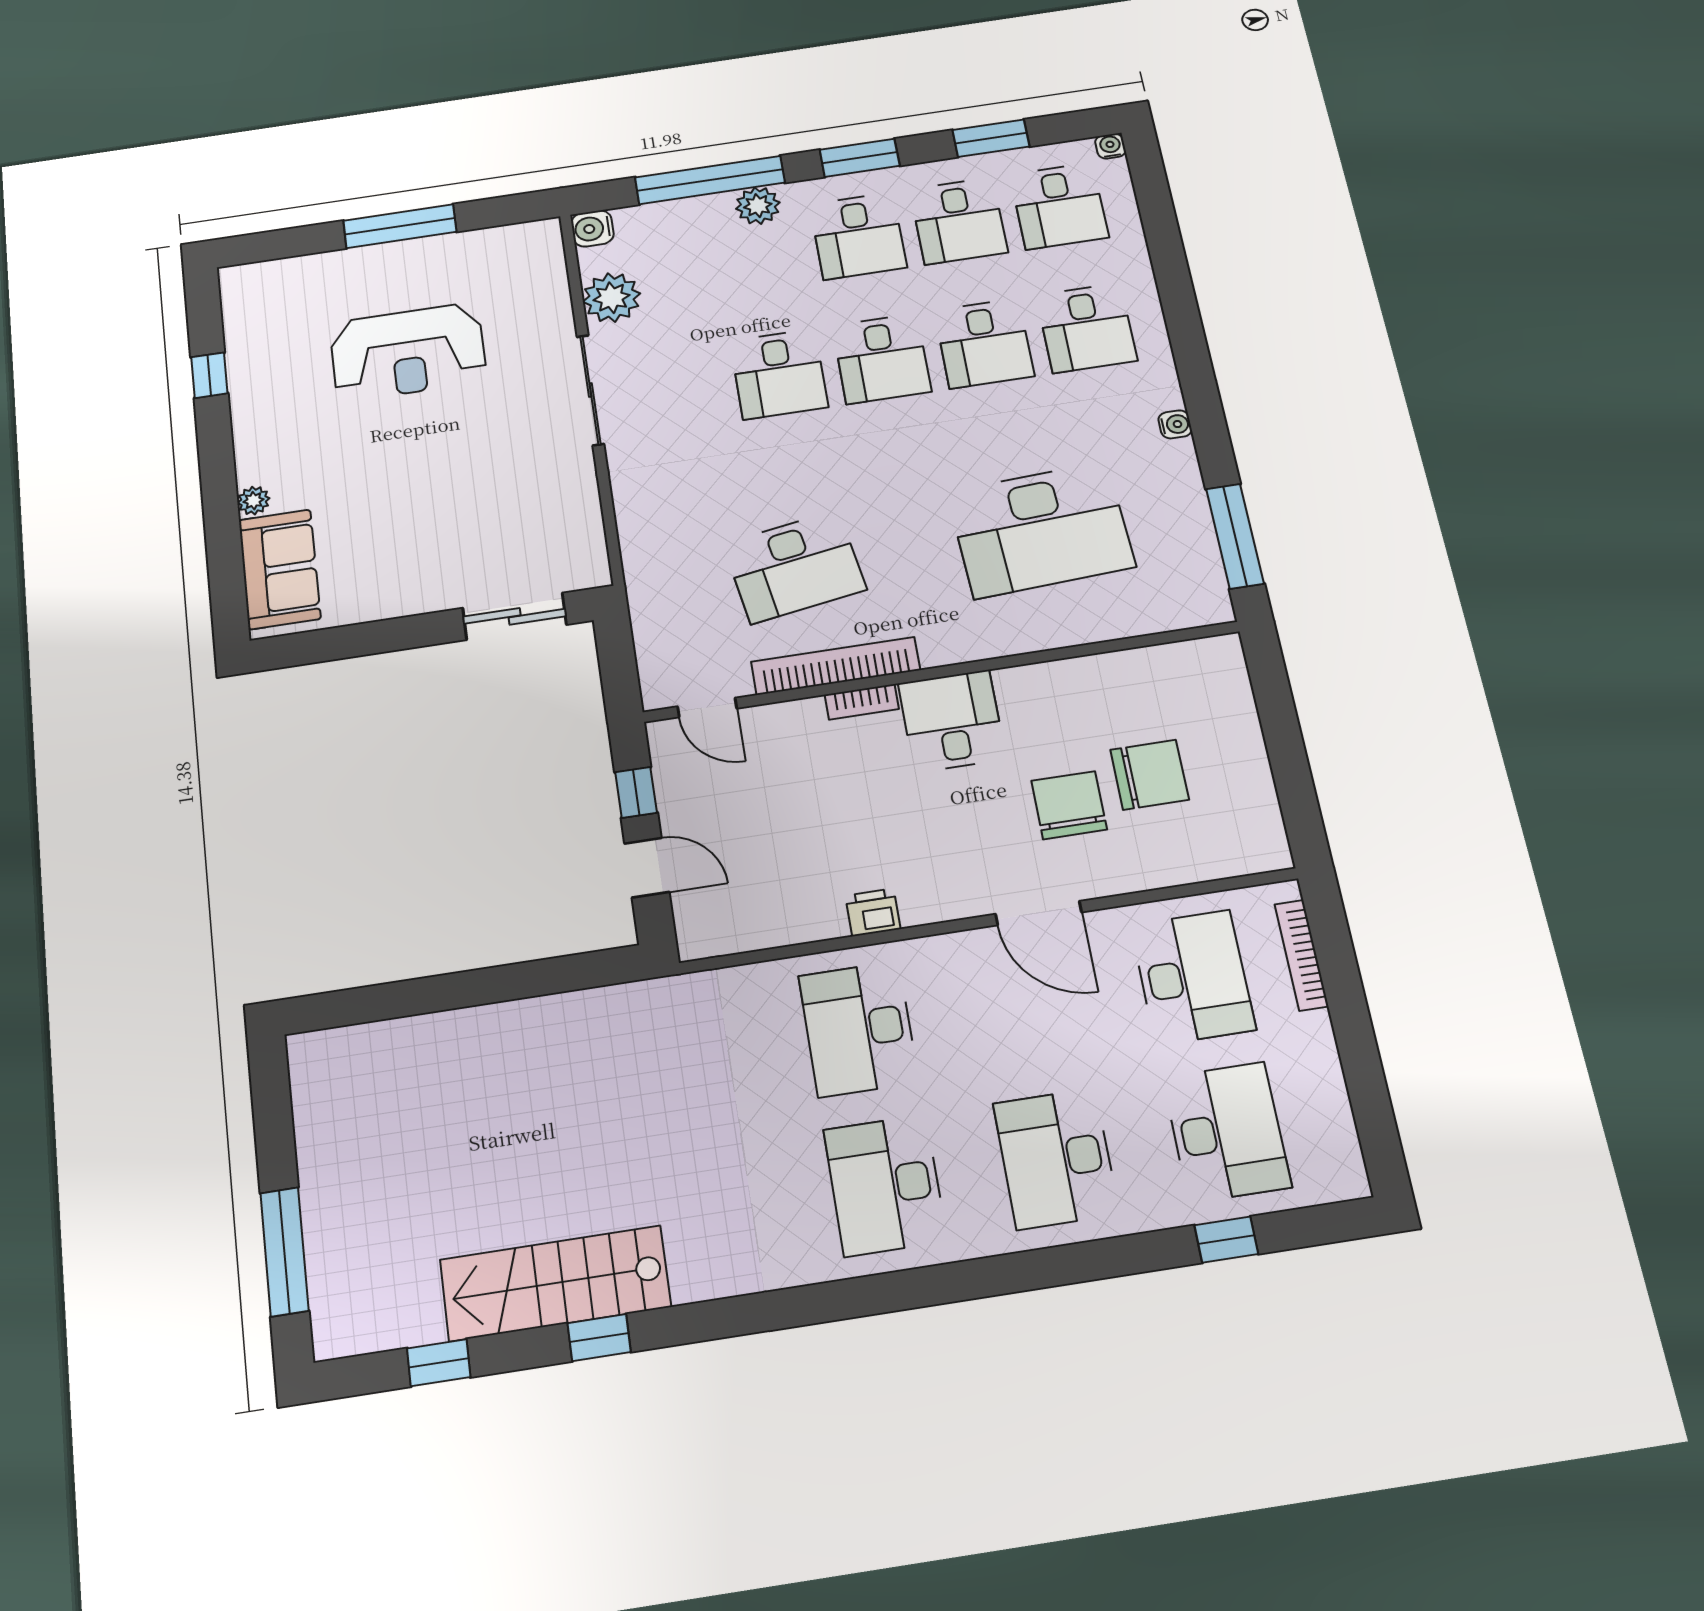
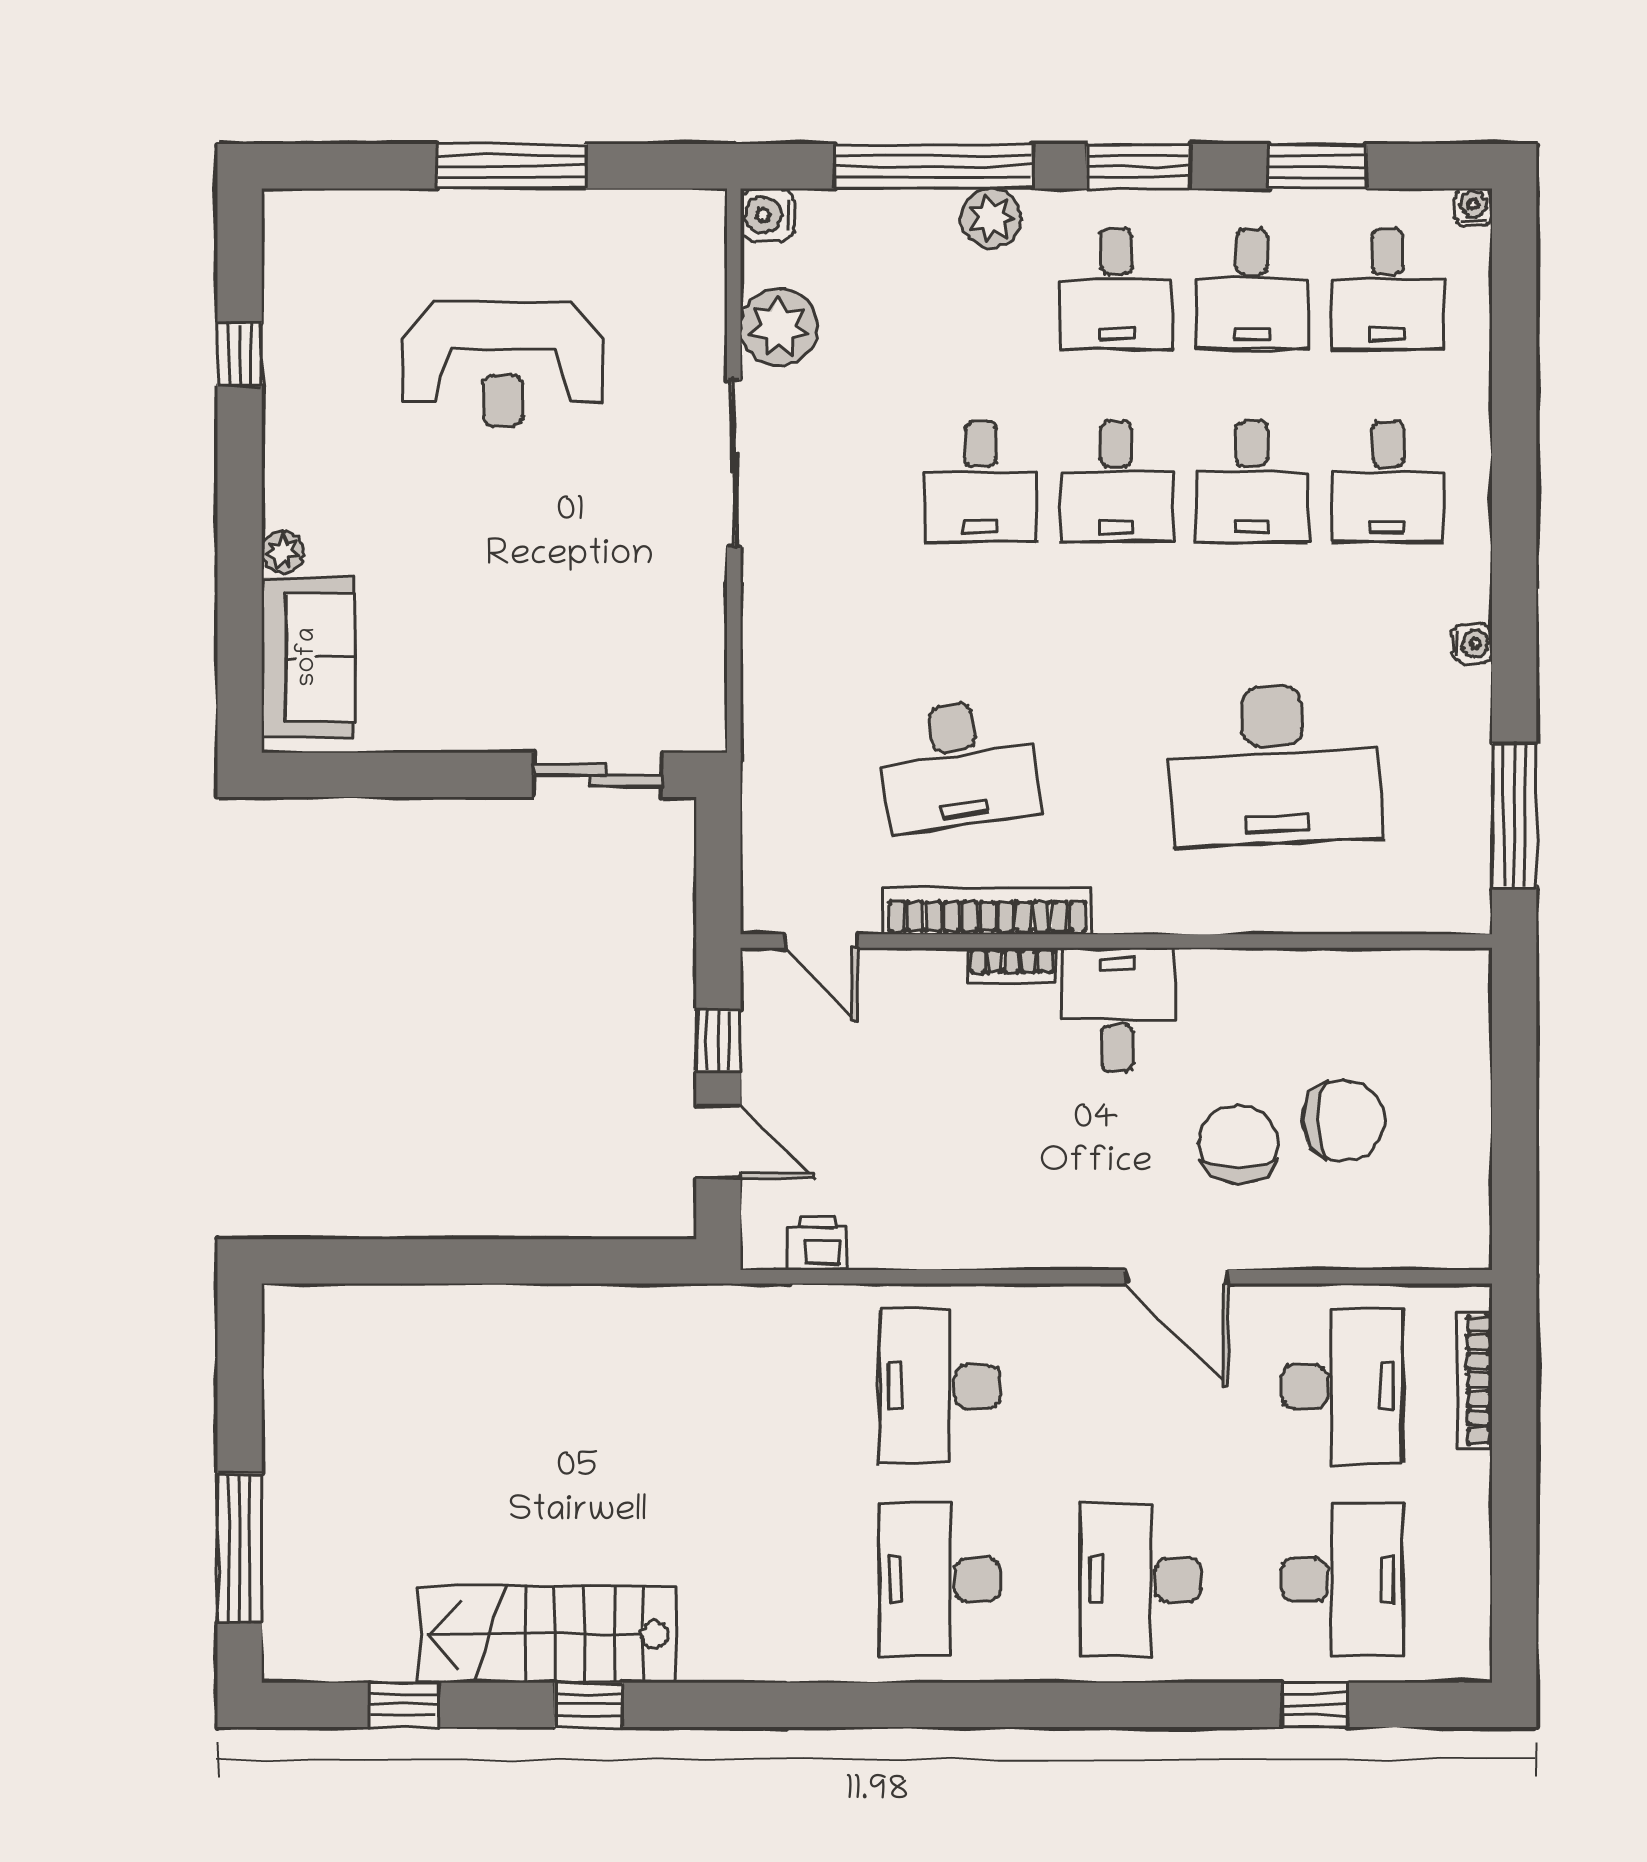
printer: (873, 912) -> (818, 1243), moved

